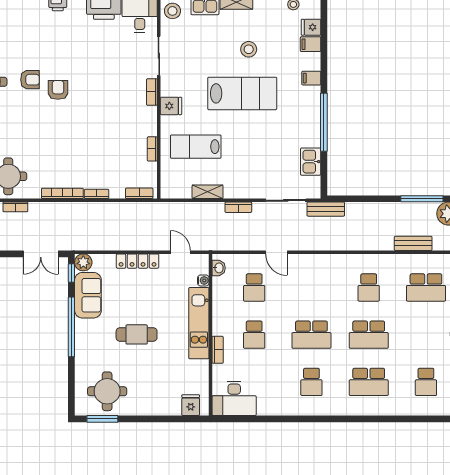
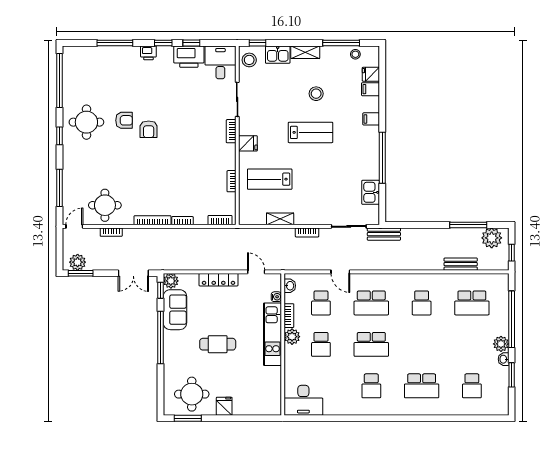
armchair: (58, 90) -> (149, 129), turned 180
lab bench: (242, 93) -> (310, 132), width x0.73, depth x0.72
plant: (221, 326) -> (292, 337), added
school desk: (369, 335) -> (371, 303), moved
bookcase: (218, 350) -> (289, 316), moved
fridge: (191, 405) -> (224, 406), moved

